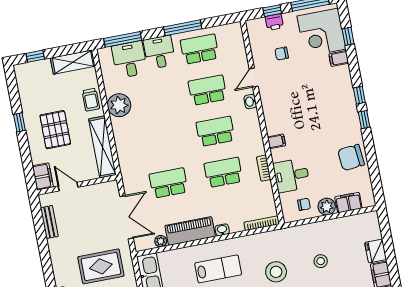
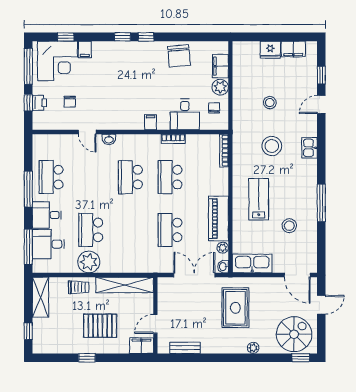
school desk: (208, 90) -> (91, 230), moved
washbasin: (222, 230) -> (223, 267), moved

